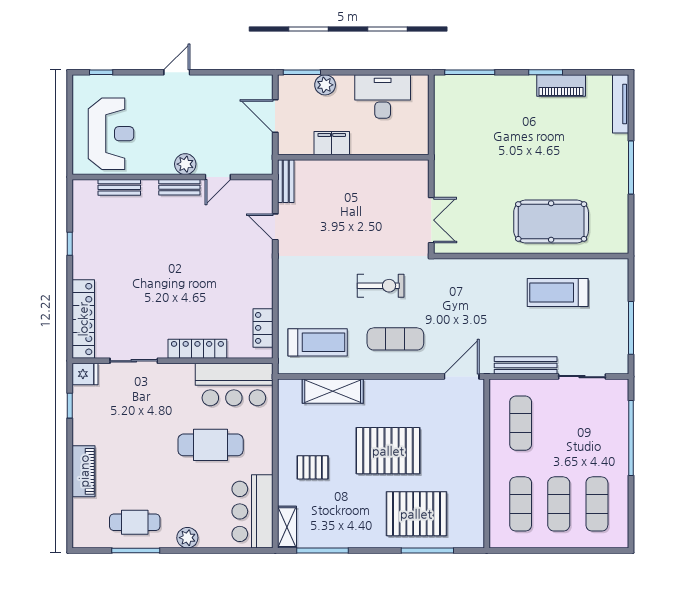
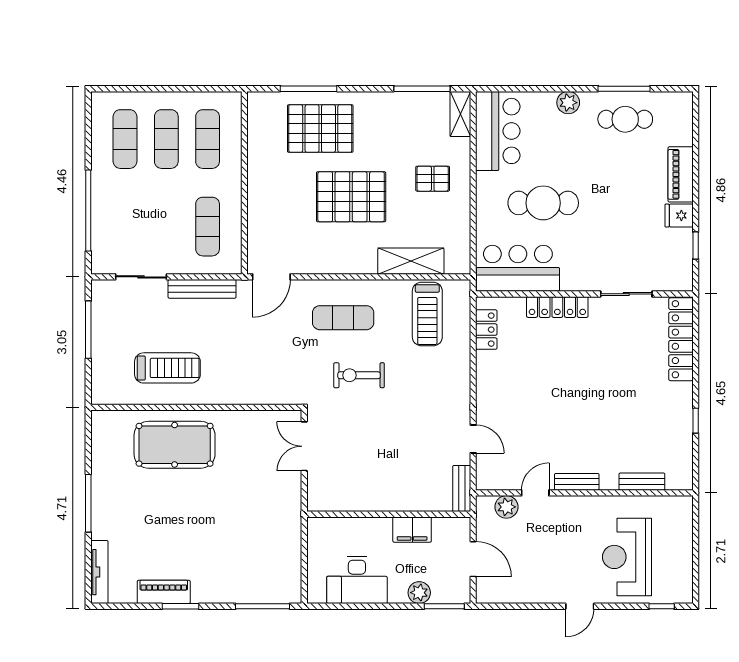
reception desk: (111, 134) -> (627, 557), moved
plant: (185, 164) -> (506, 507), moved
treadmill: (318, 342) -> (427, 314), turned -90
fridge: (85, 374) -> (679, 216), moved

